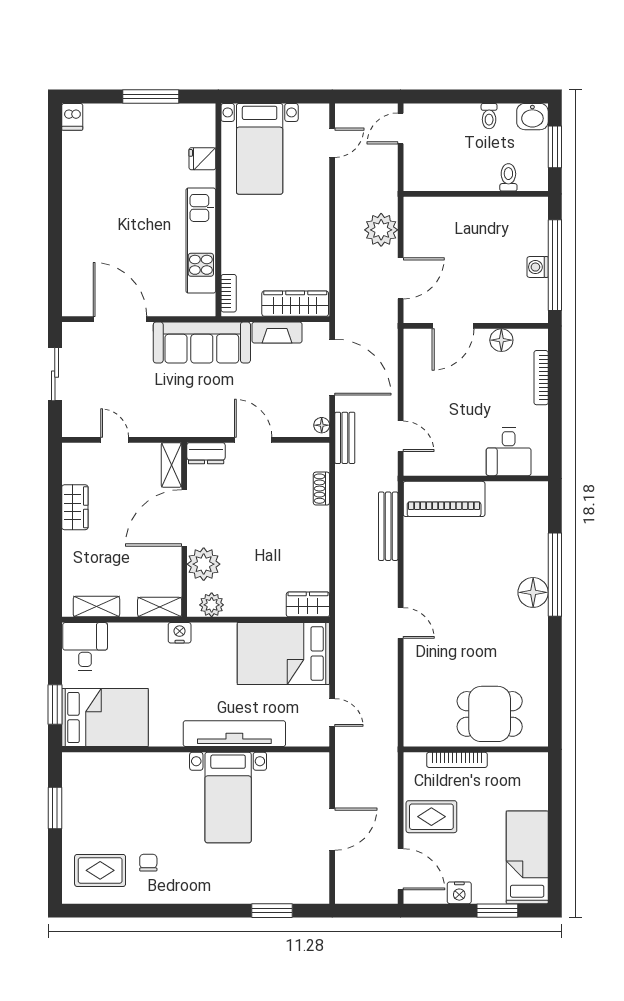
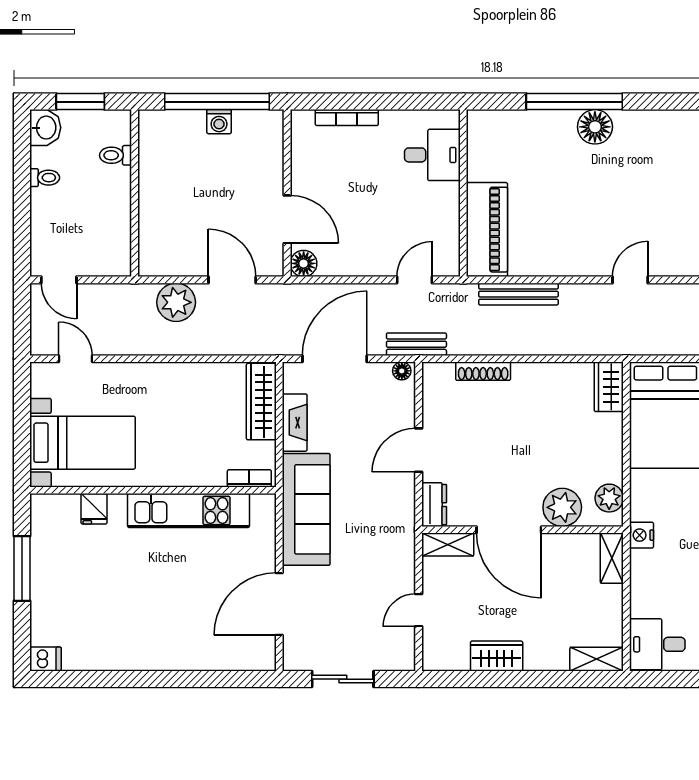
floor lamp: (501, 340) -> (304, 263), moved
shoe rack: (321, 489) -> (483, 371), width x1.43
shelving: (96, 607) -> (597, 659), moved, turned 90

